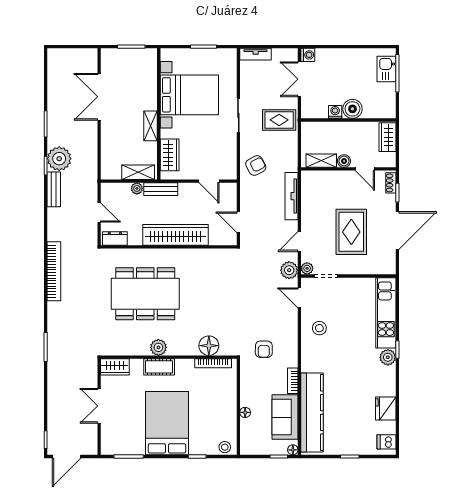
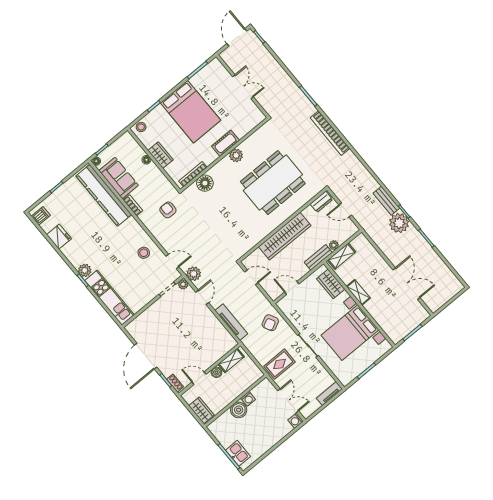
rug: (351, 232) -> (174, 331), removed
bookcase: (54, 271) -> (330, 133), moved
wardrobe: (115, 367) -> (160, 155), moved, turned 90

